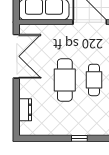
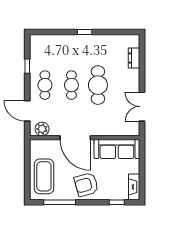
double door: (16, 56) -> (142, 107), width x0.73

